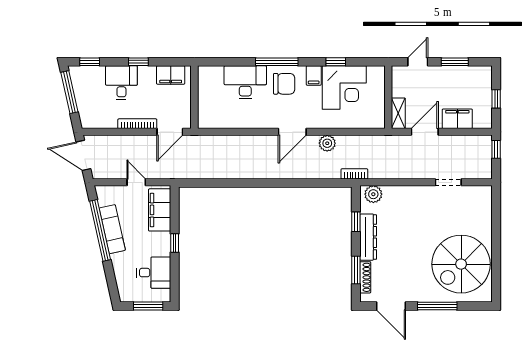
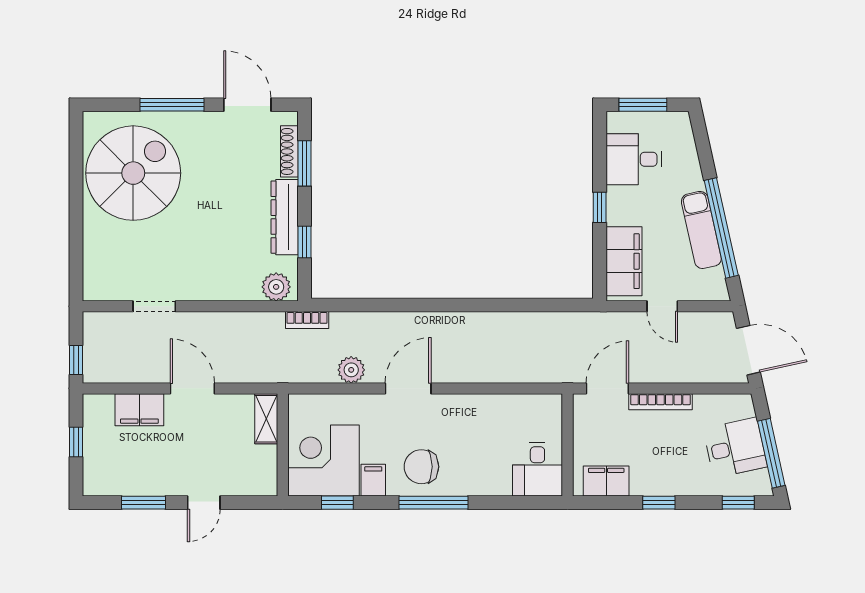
desk: (245, 82) -> (537, 469), moved, width x0.73
desk: (121, 83) -> (735, 448), moved, turned -103
wall: (388, 97) -> (283, 445), moved
shelving: (398, 113) -> (266, 419), moved
door: (425, 132) -> (192, 388), swing flipped

